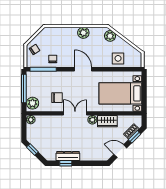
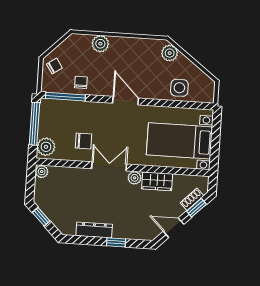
plant: (83, 33) -> (100, 44), moved
window: (66, 163) -> (116, 242), moved

